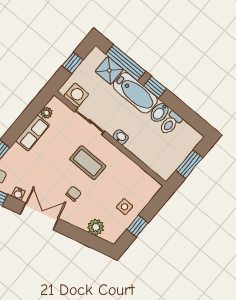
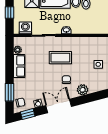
plant: (96, 227) -> (83, 90), moved

